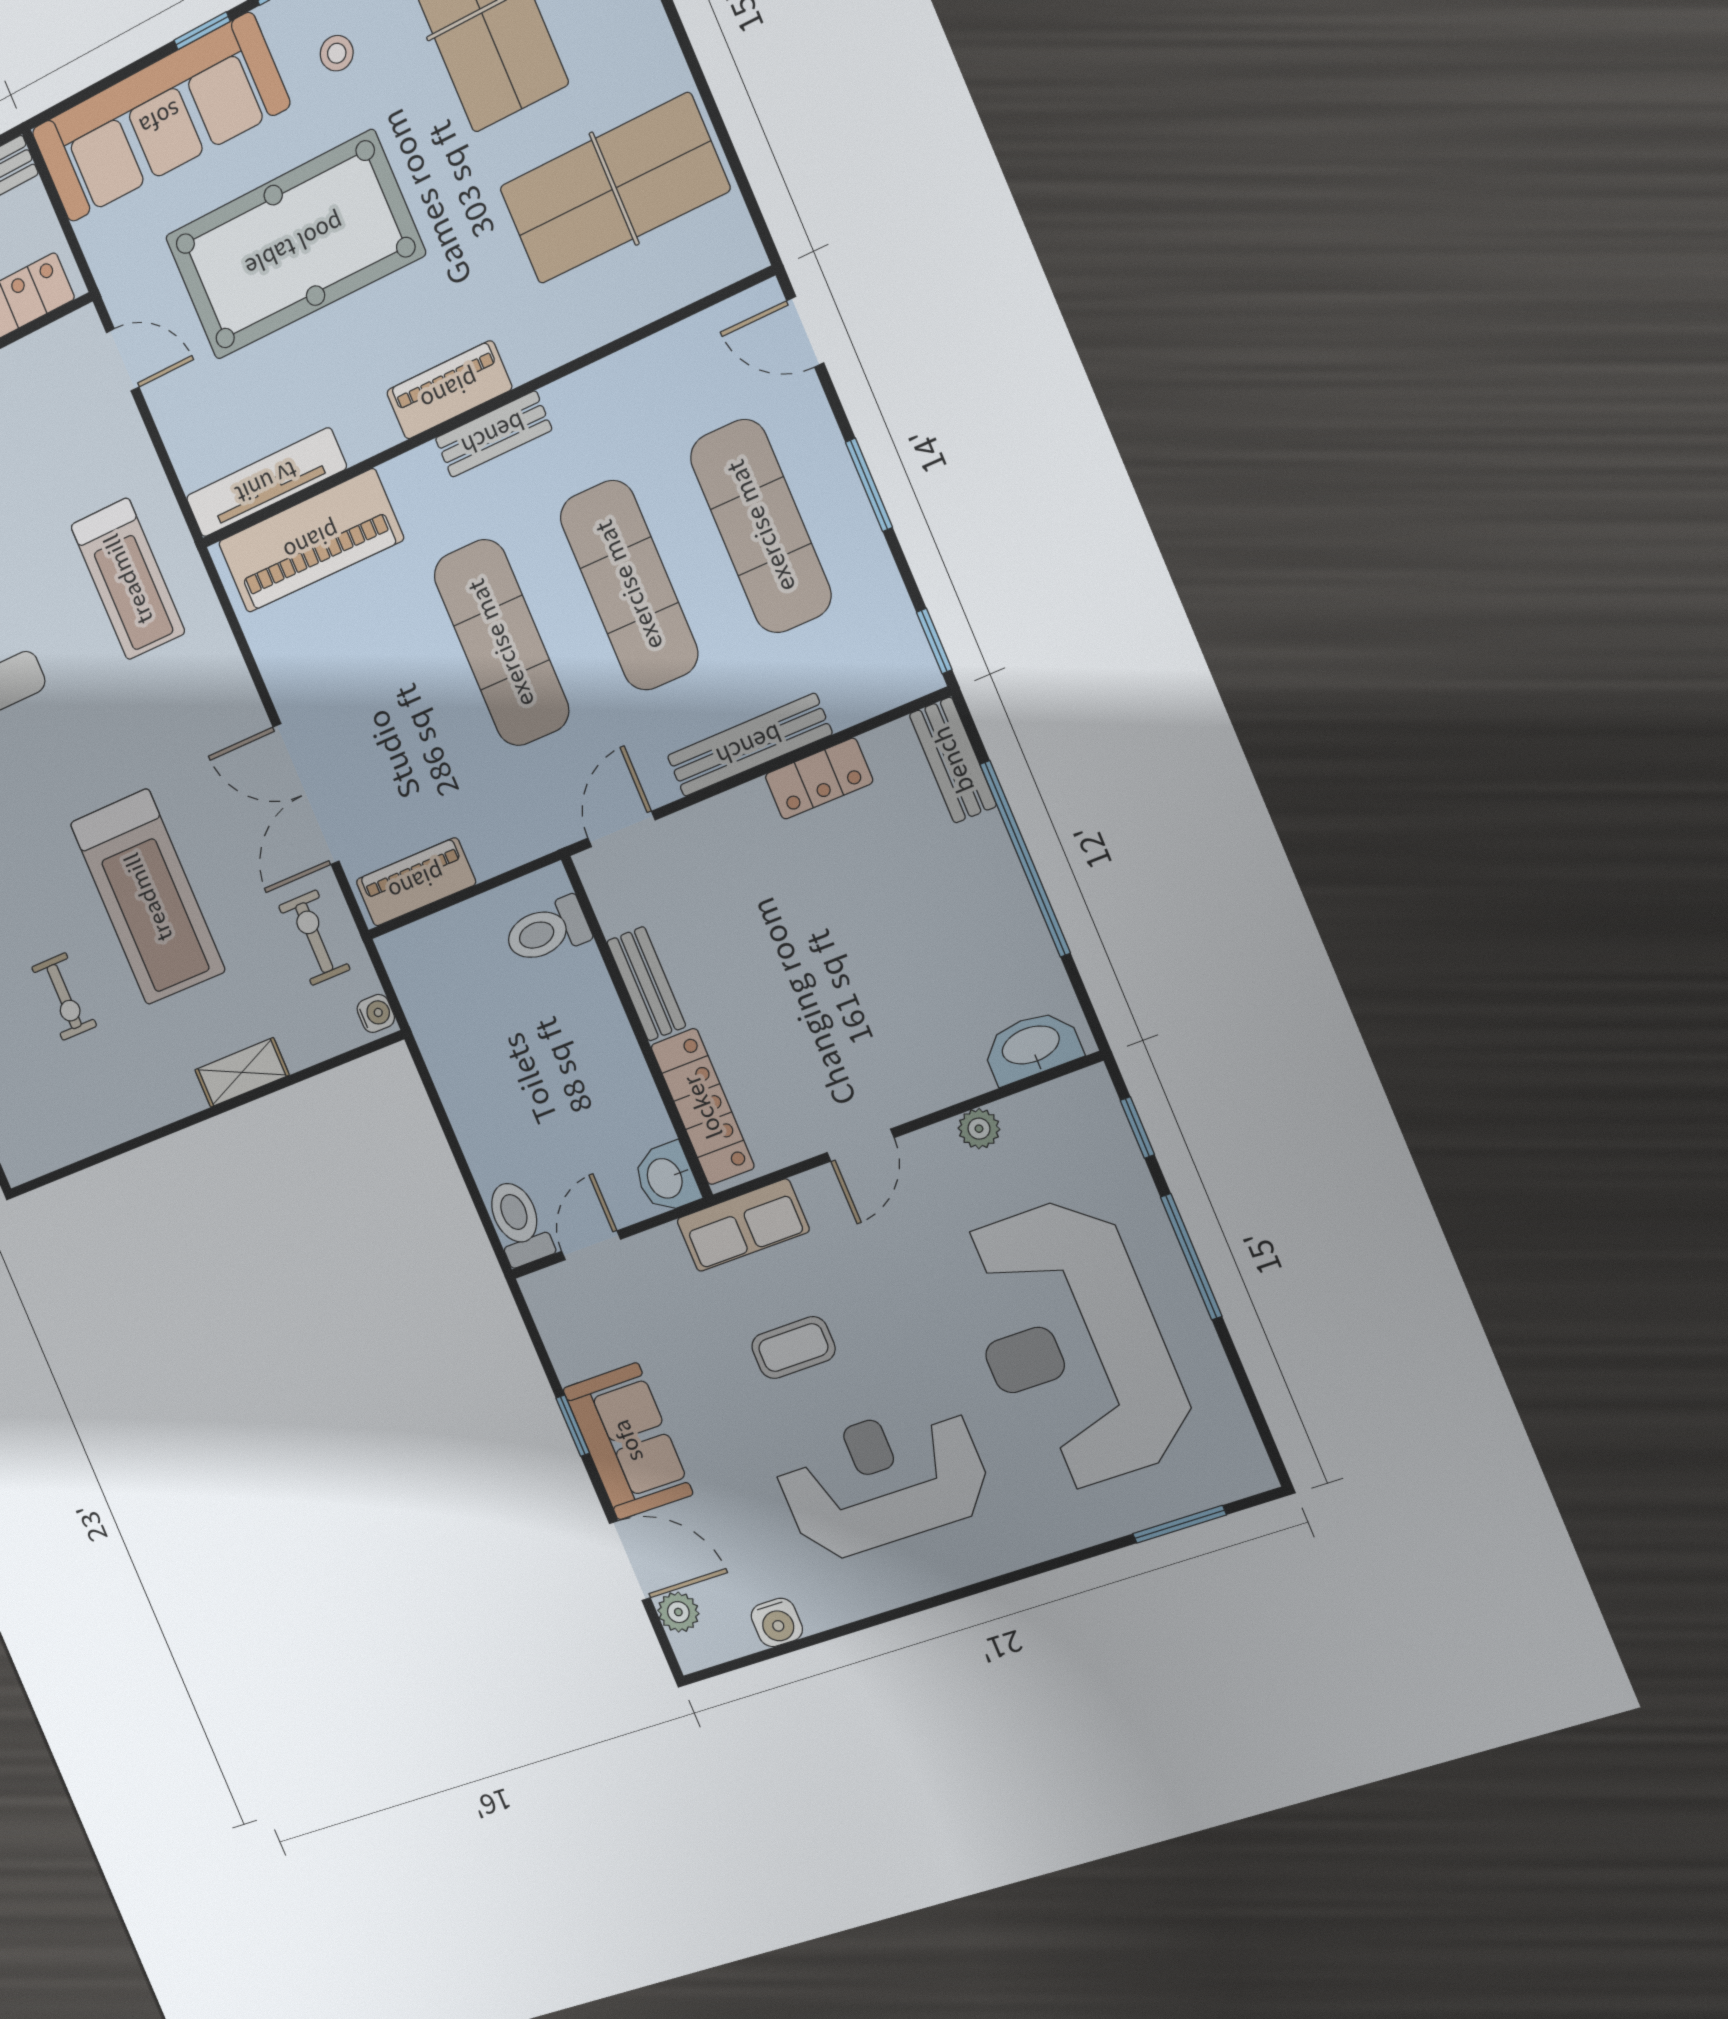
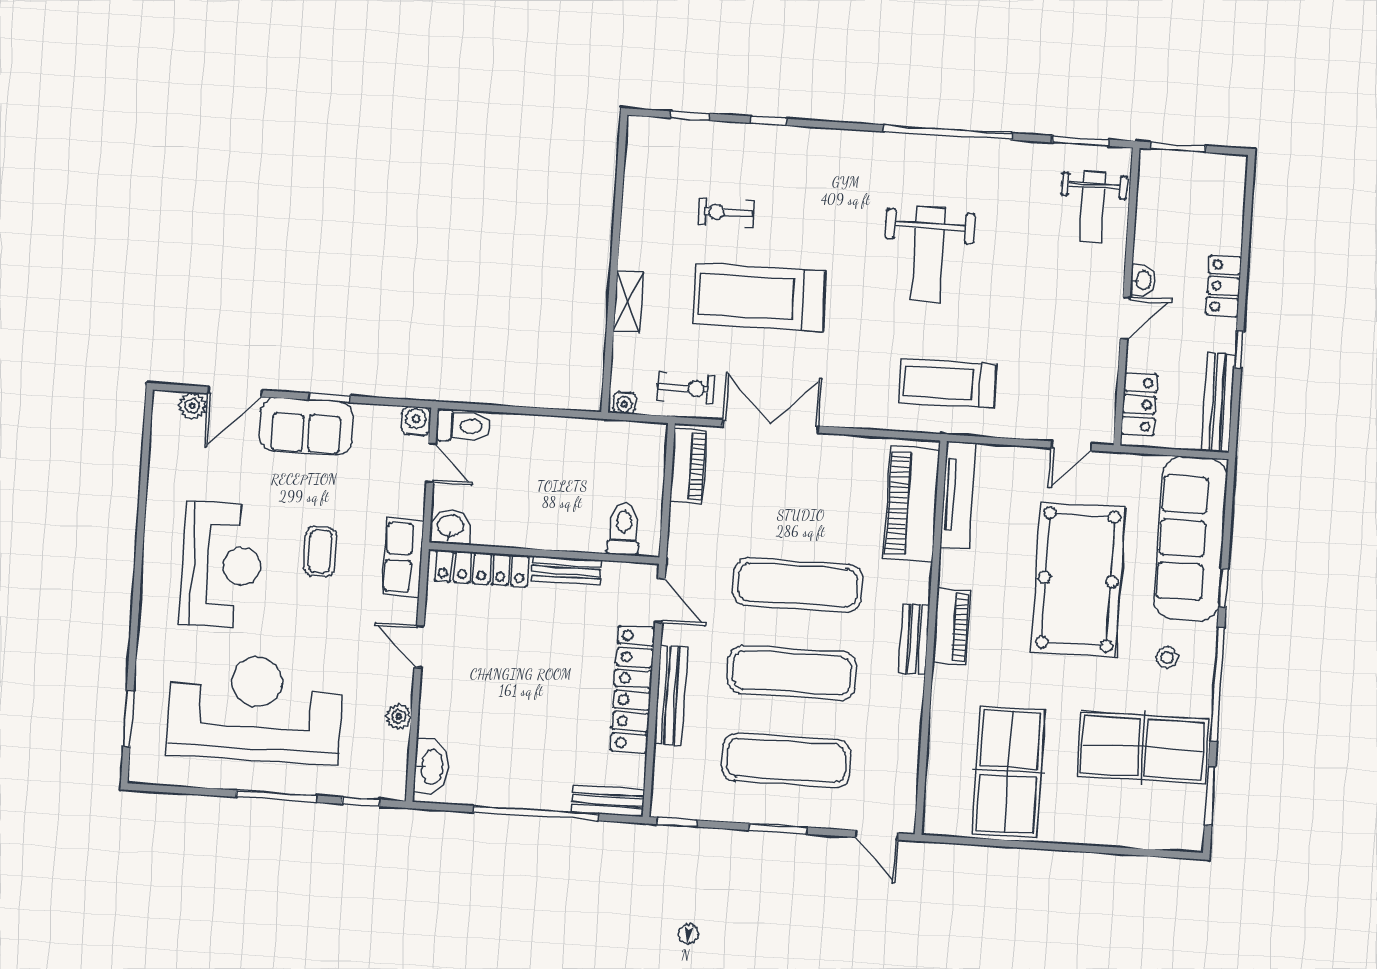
door: (805, 332) -> (877, 835), swing flipped
locker: (819, 779) -> (633, 689), width x2.16, depth x1.21
water cooler: (777, 1622) -> (416, 421), moved, turned 90

